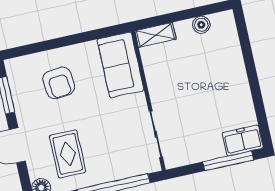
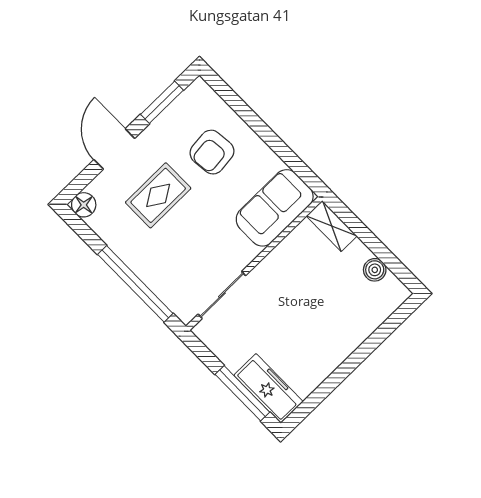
freezer: (243, 140) -> (268, 388), width x1.40
rug: (68, 154) -> (158, 195), moved

